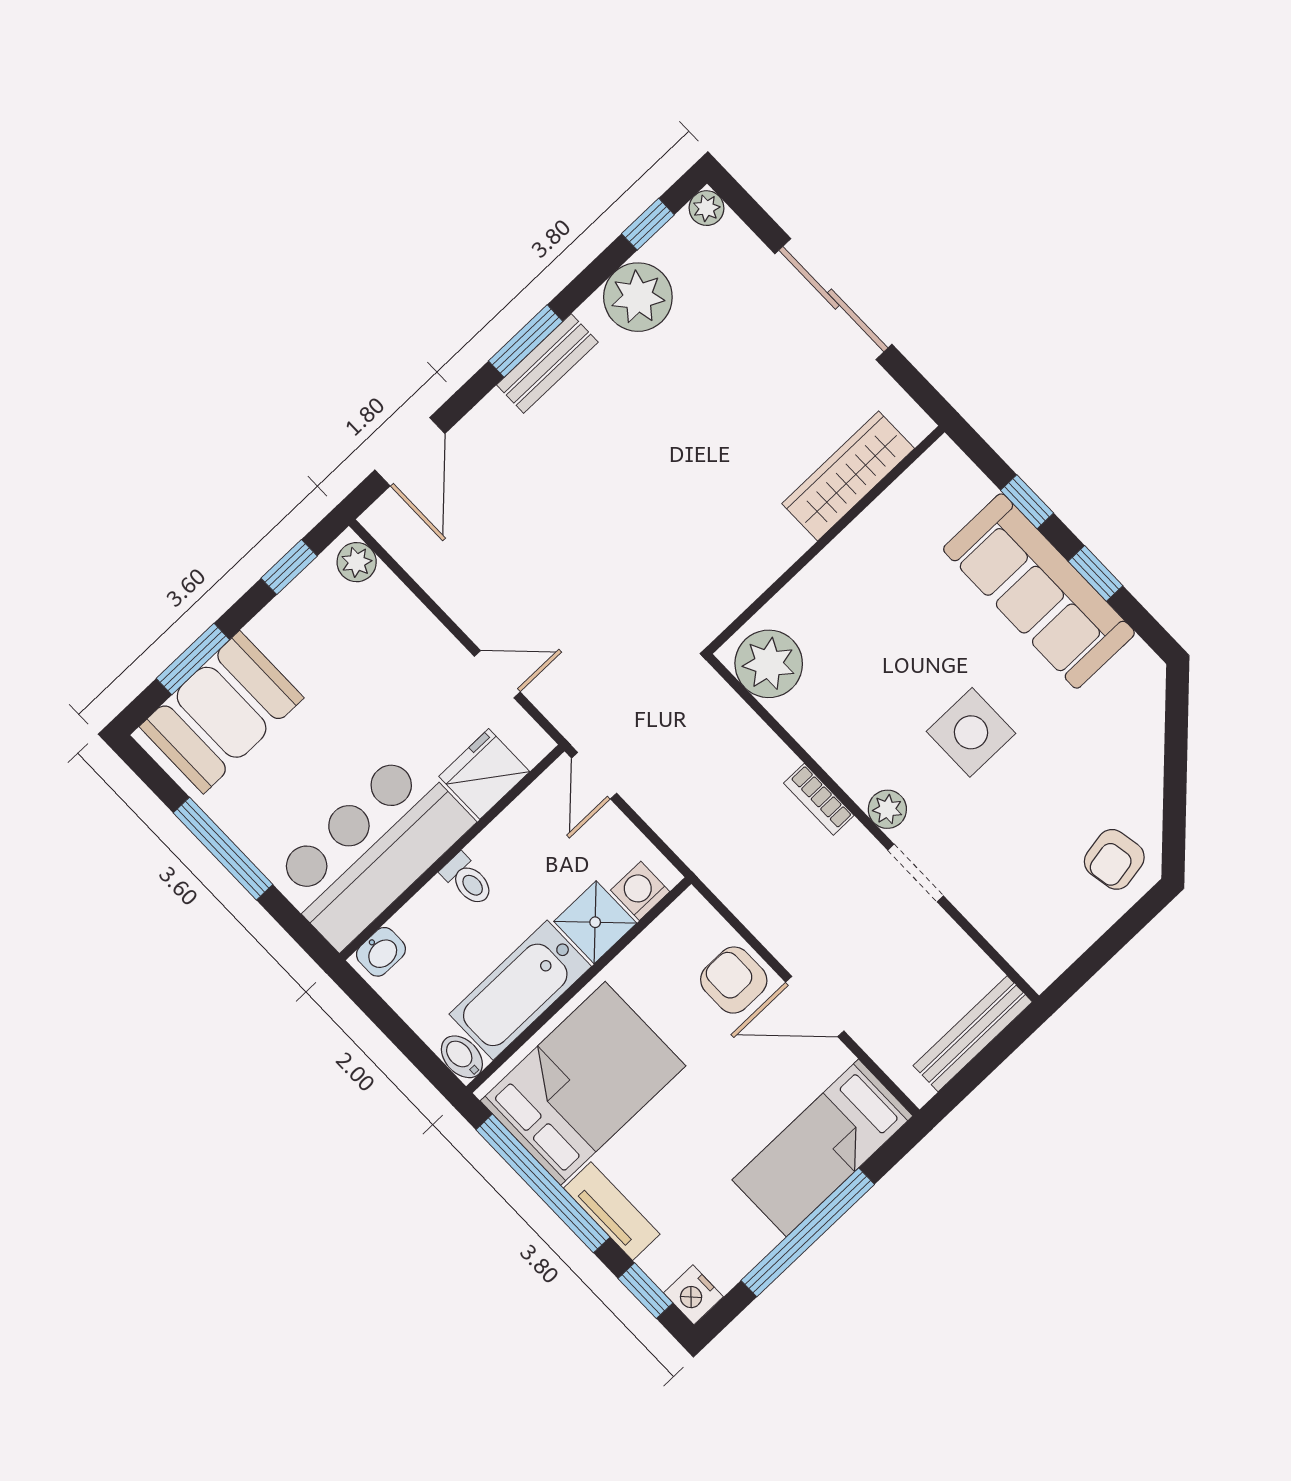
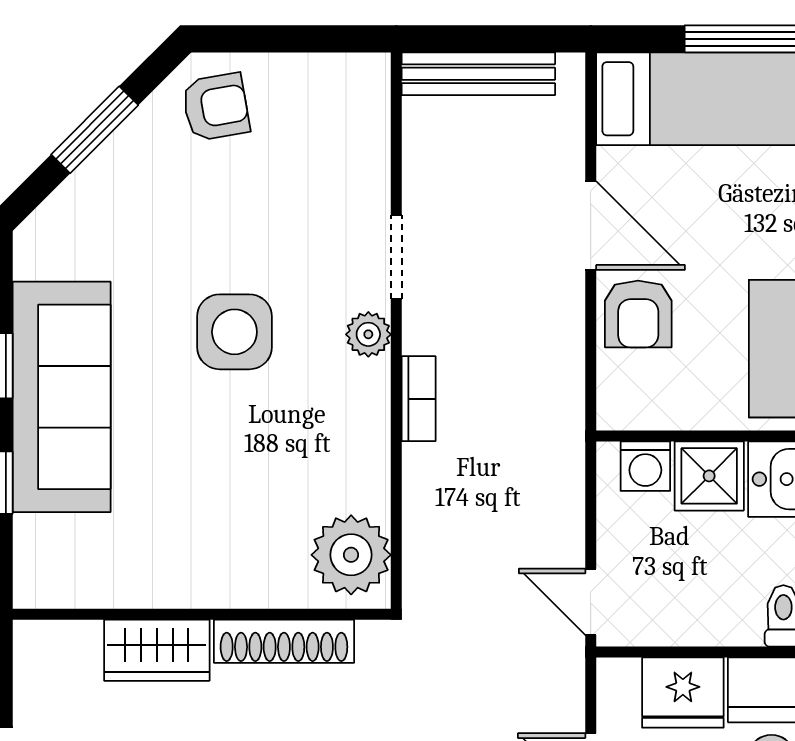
wardrobe: (848, 476) -> (157, 650), width x0.67
shoe rack: (759, 571) -> (284, 641), added
window: (1175, 774) -> (95, 130), added
door: (594, 776) -> (591, 602), swing flipped

